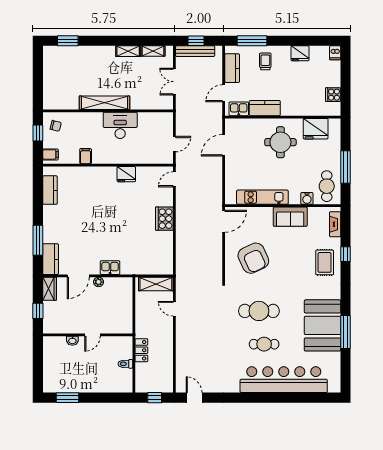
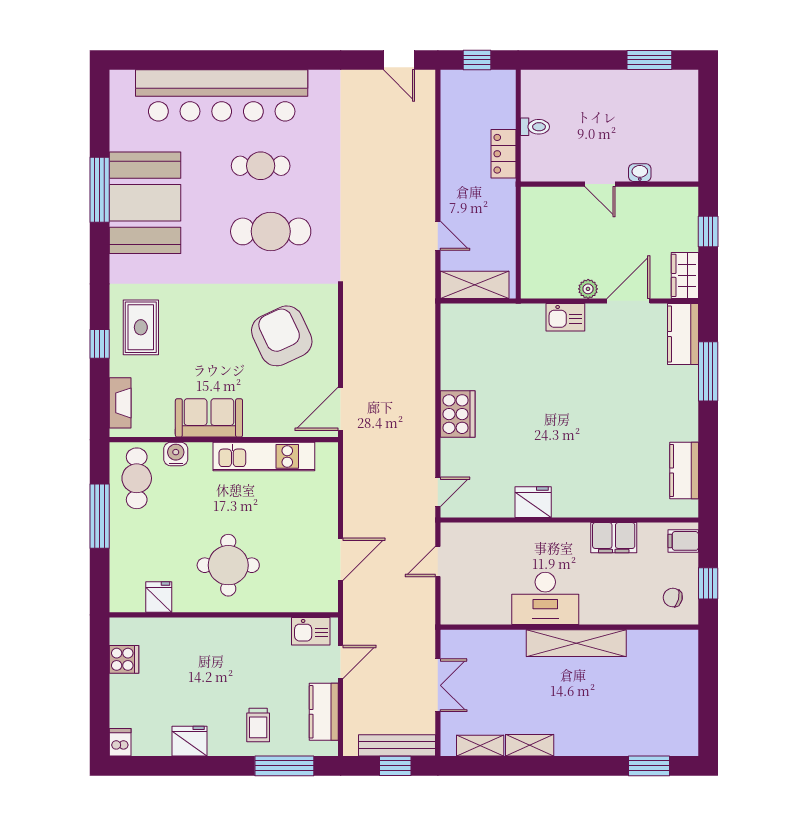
kitchen counter: (265, 108) -> (259, 633), removed
fridge: (316, 129) -> (159, 597), width x0.53, depth x0.75
filing cabinet: (86, 156) -> (614, 538), width x2.00
door: (93, 335) -> (600, 184), swing flipped

